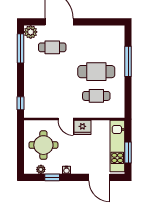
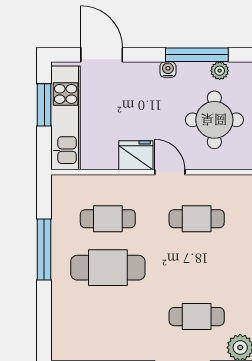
window: (128, 61) -> (44, 249), moved
cafe table: (52, 96) -> (197, 219), added
window: (52, 177) -> (197, 55), width x2.17

